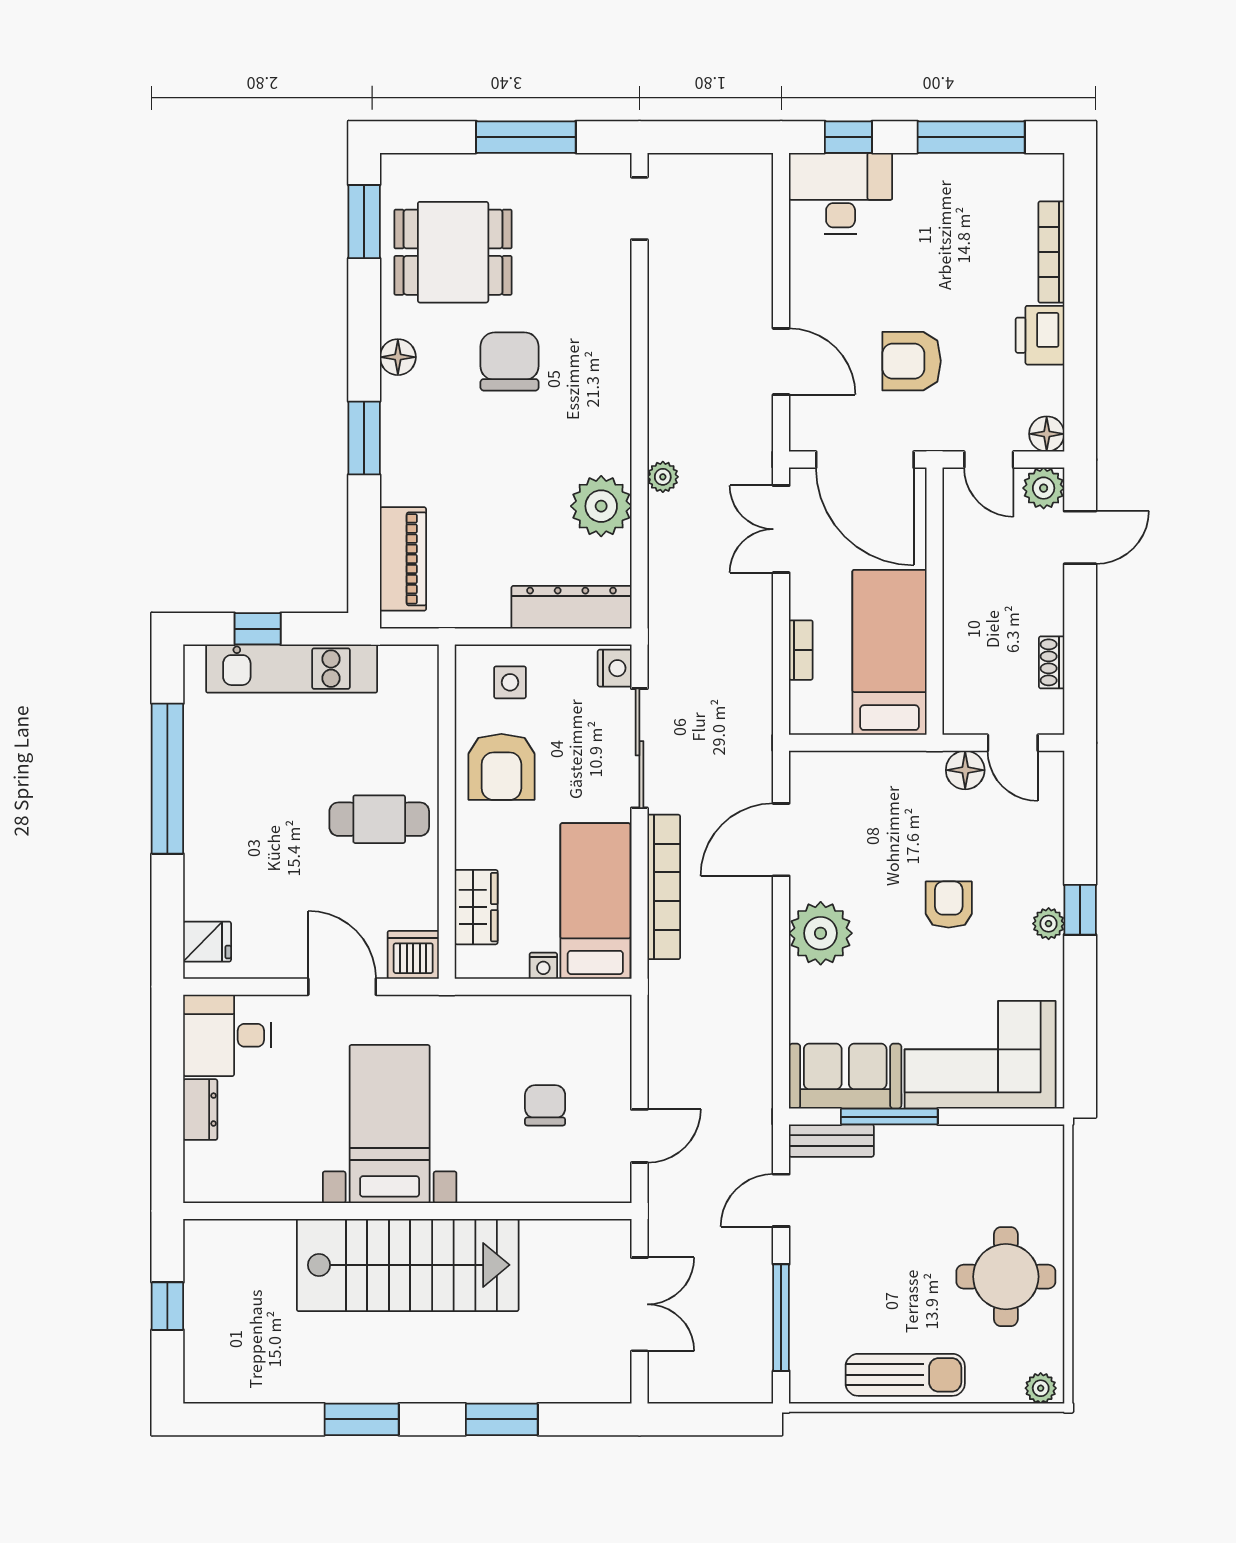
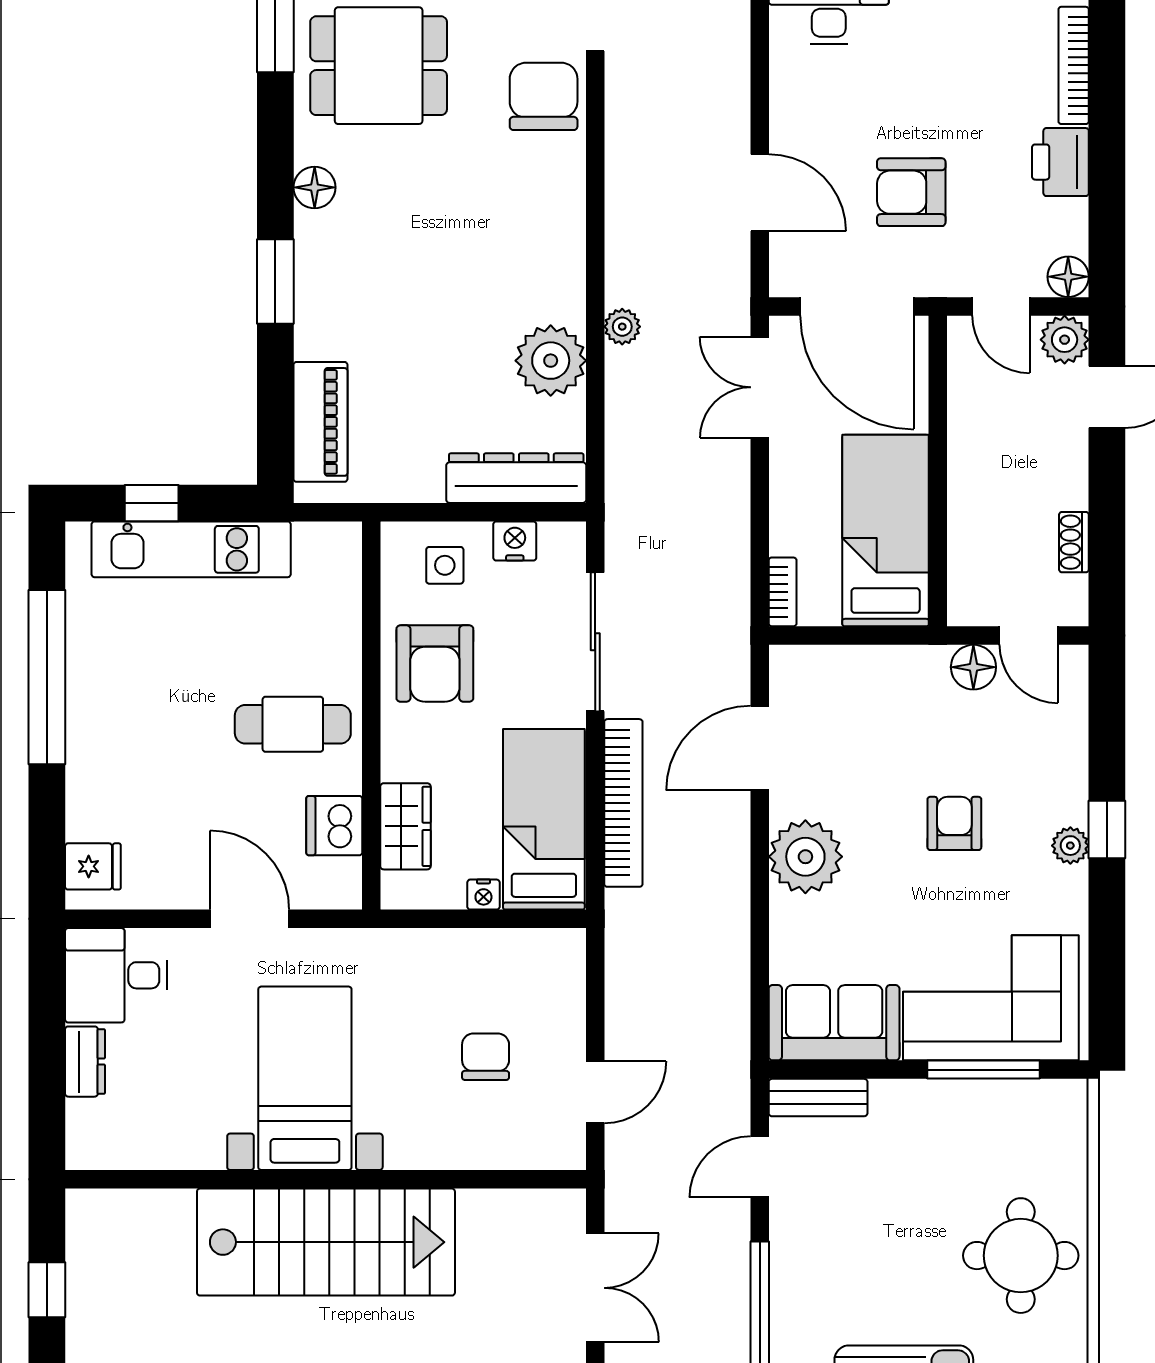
chair: (510, 362) -> (544, 96), moved
bookcase: (801, 650) -> (783, 592), moved
nightstand: (615, 668) -> (515, 541), moved, turned -90
dishwasher: (413, 955) -> (334, 826), moved, turned -90
window: (889, 1117) -> (983, 1070), moved

